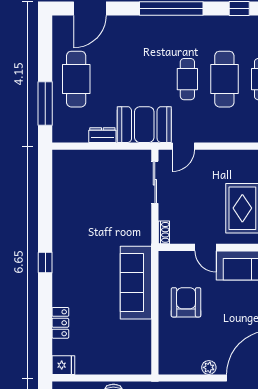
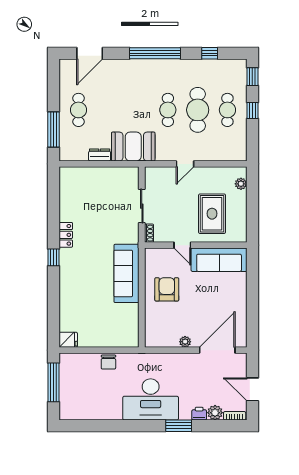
cafe table: (76, 79) -> (78, 110), width x0.73, depth x0.74
door: (183, 146) -> (185, 164), moved
sliding door: (155, 182) -> (142, 206), moved
locker: (60, 323) -> (66, 235), moved

